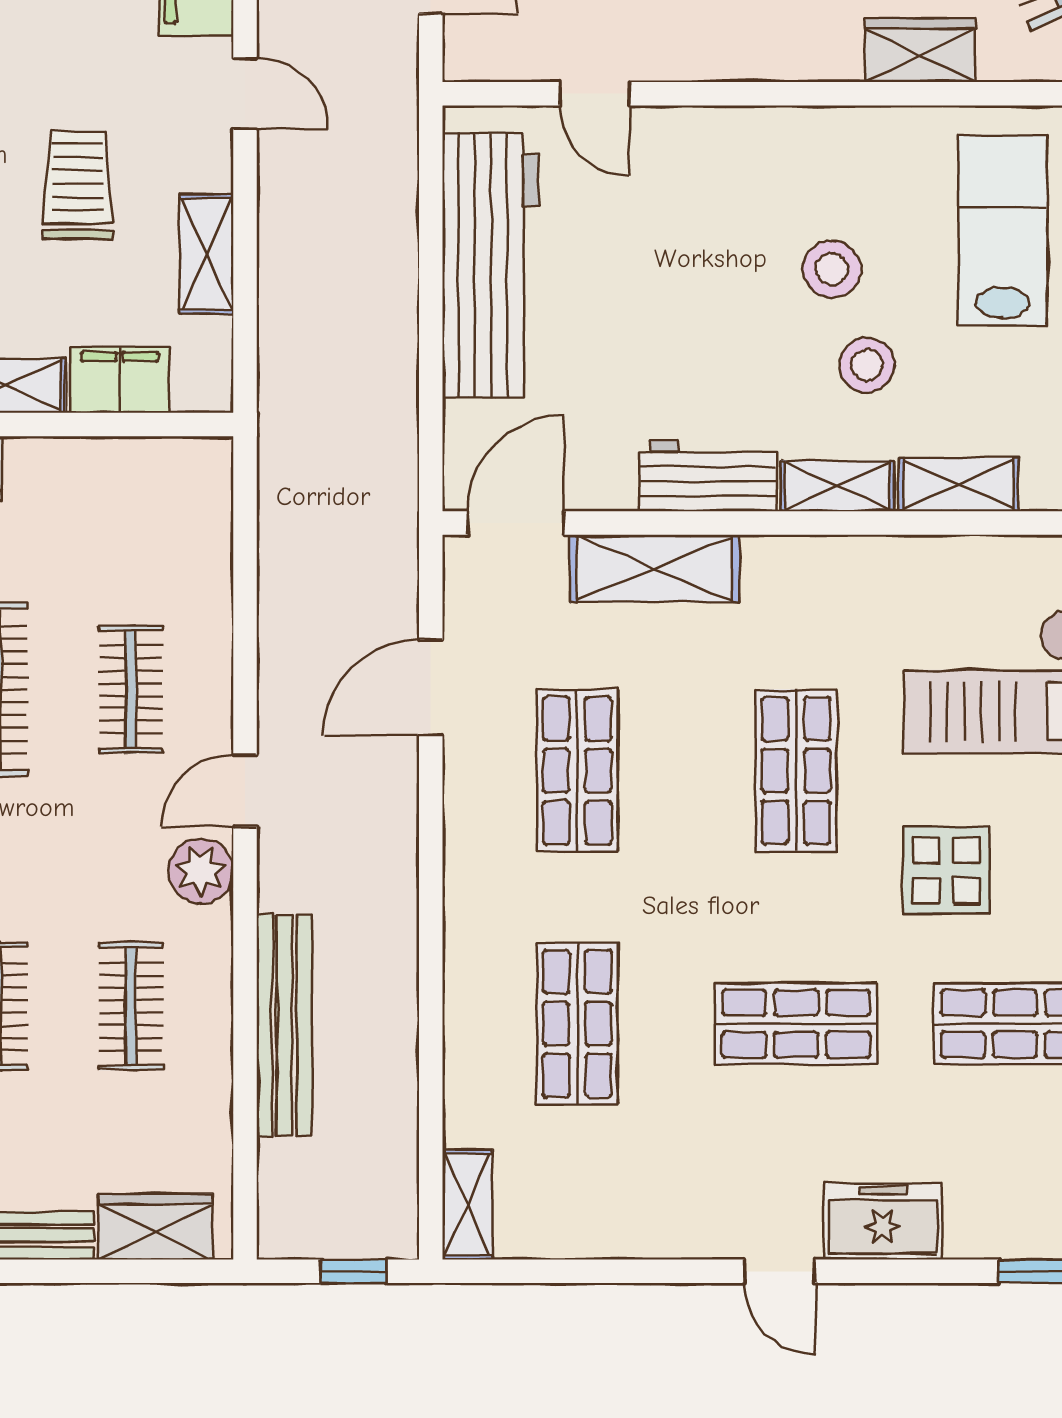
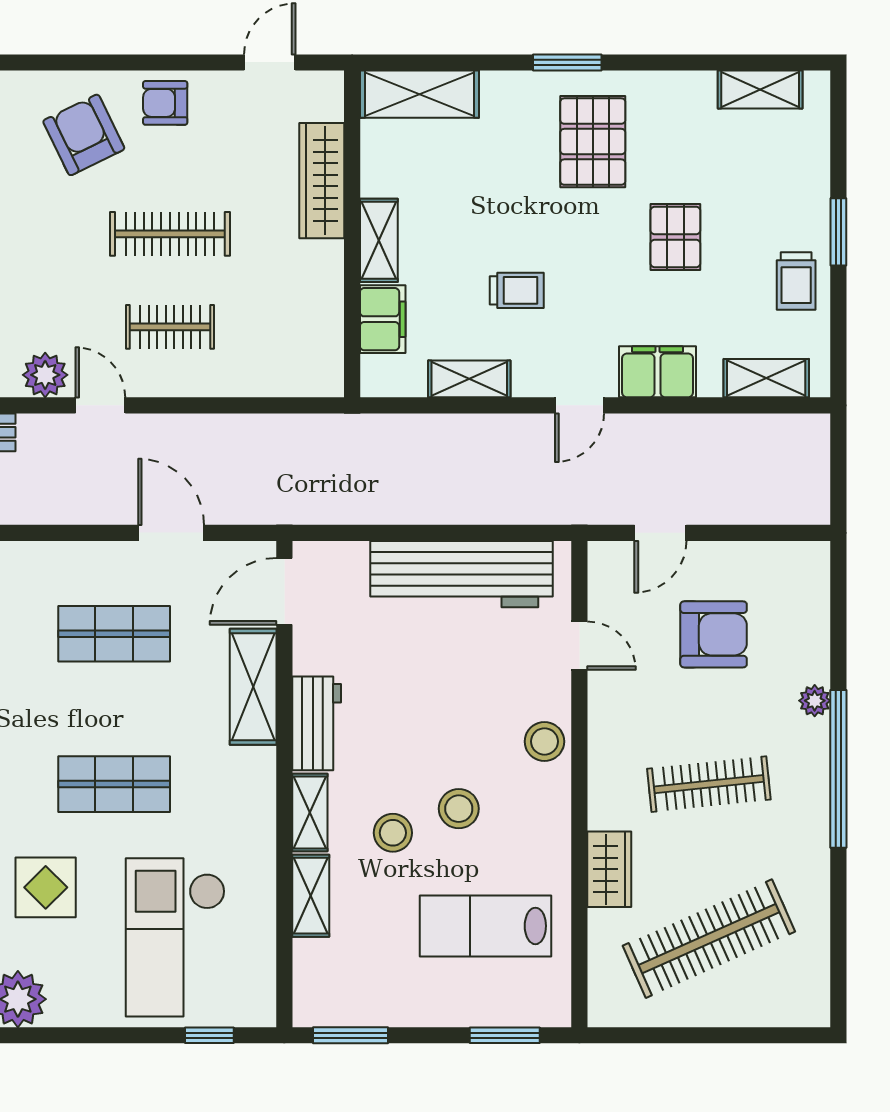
door: (595, 94) -> (579, 646), swing flipped
stool: (734, 145) -> (544, 741), added
trolley: (78, 185) -> (517, 290), width x0.73, depth x0.72
lab bench: (1003, 230) -> (486, 926), turned 180
door: (516, 523) -> (284, 591), swing flipped

